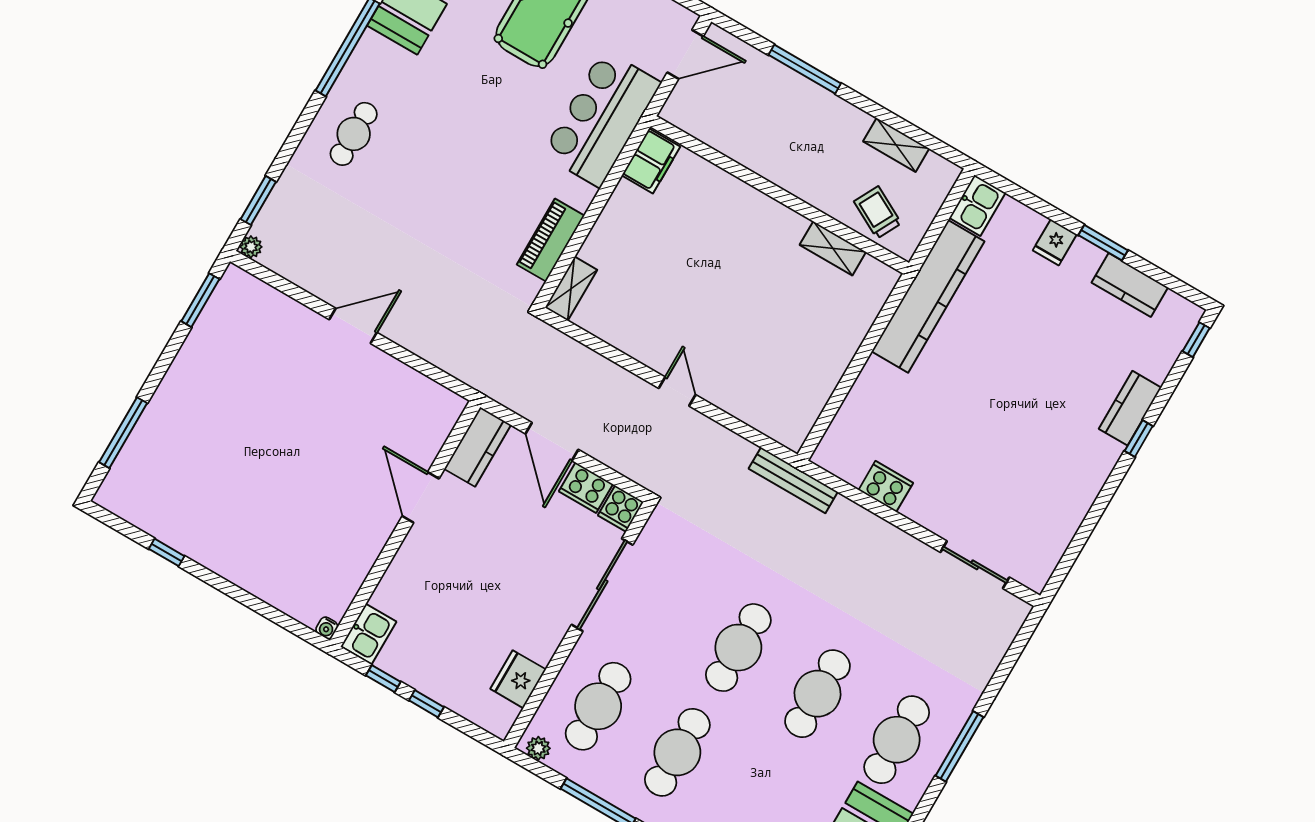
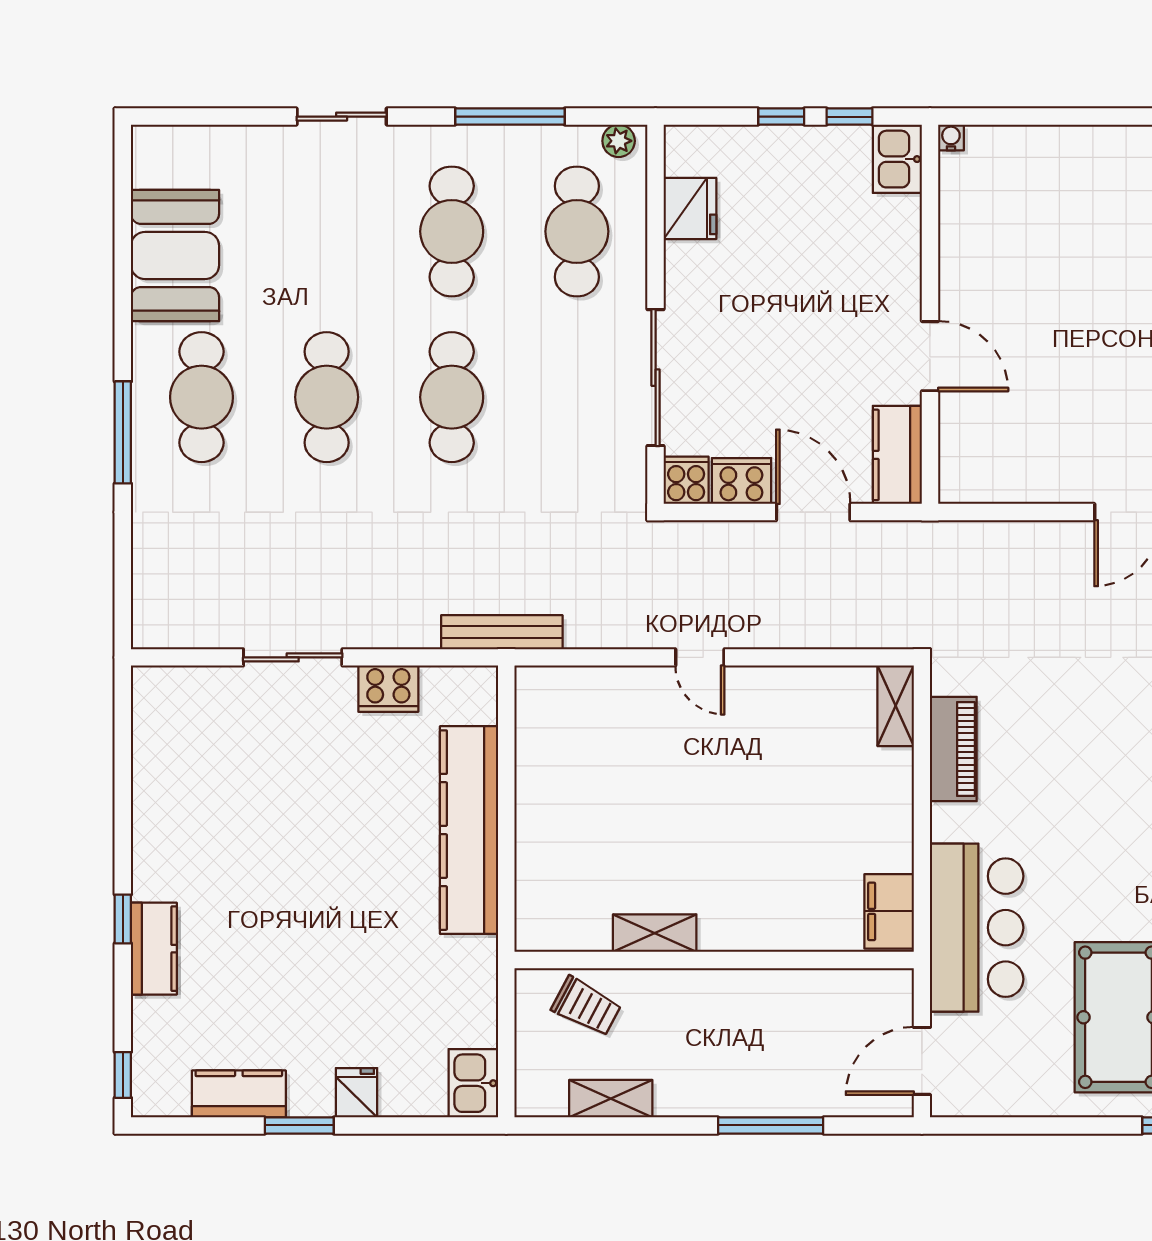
shelving: (833, 248) -> (655, 933), moved
kitchen counter: (928, 296) -> (469, 830), moved
sliding door: (975, 565) -> (293, 657), moved

